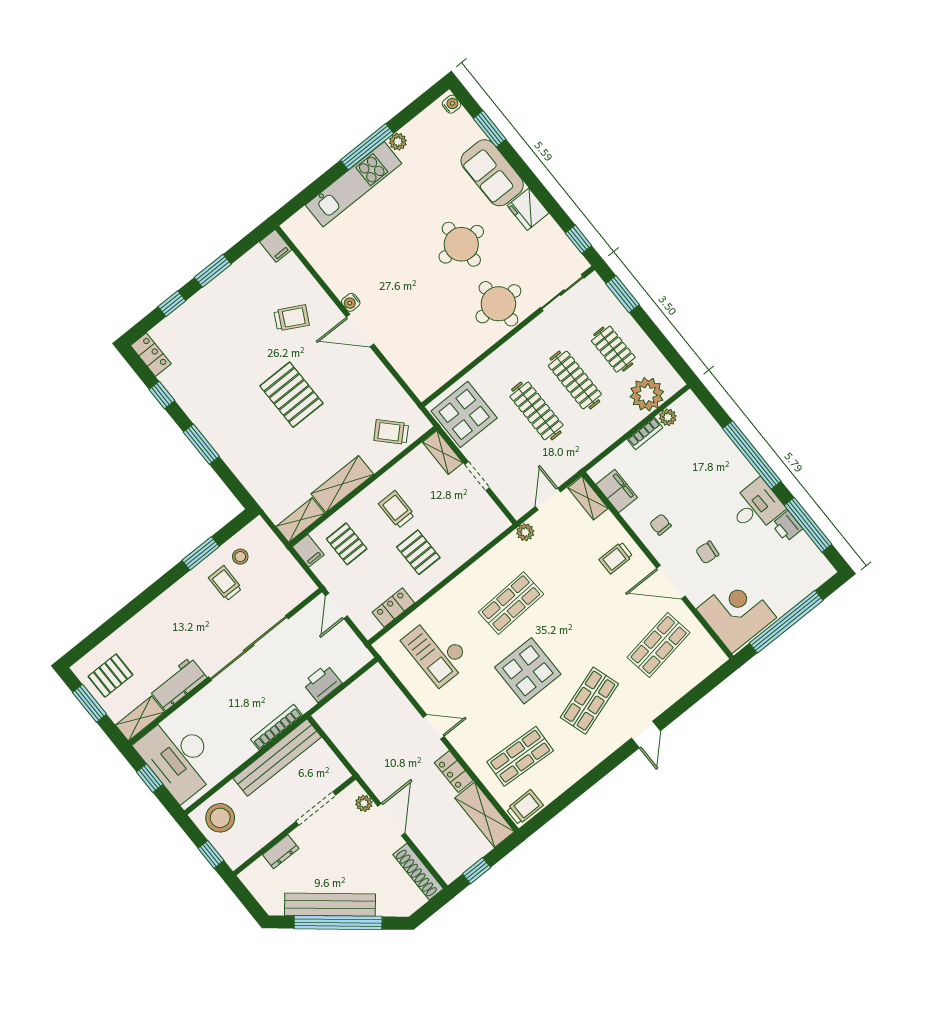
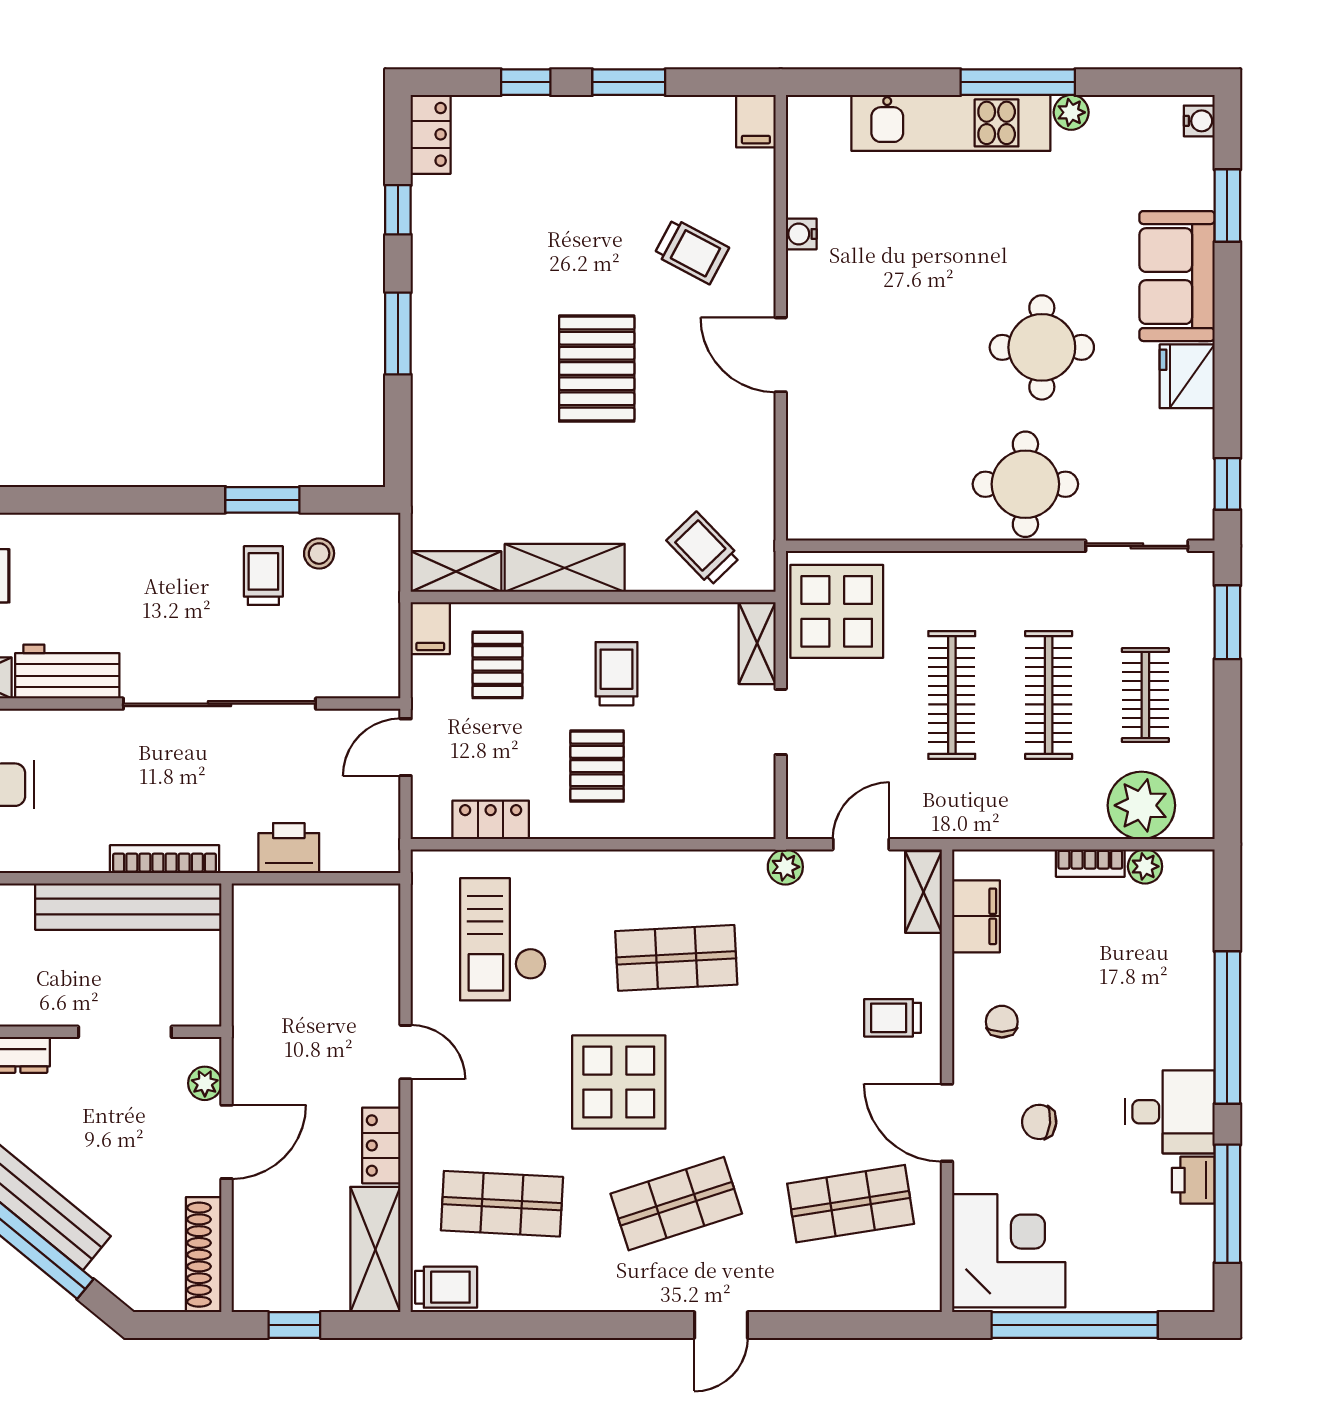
water cooler: (351, 302) -> (801, 234), moved

